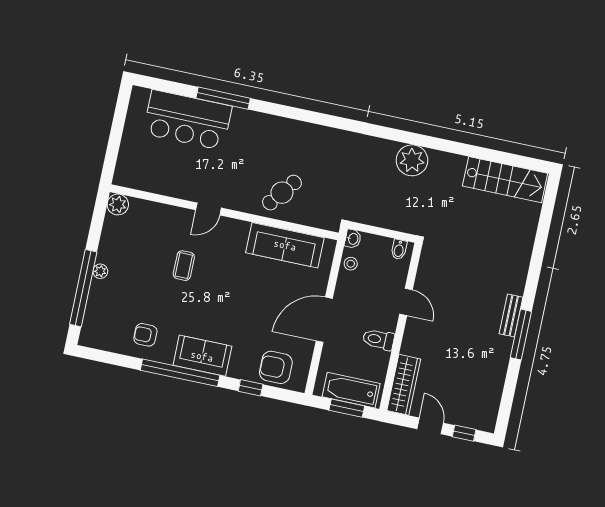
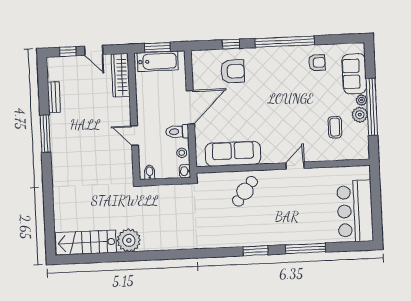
window: (288, 112) -> (255, 251), added
bar counter: (187, 120) -> (355, 211), moved, turned -90
plant: (412, 160) -> (129, 240), moved
plant: (118, 204) -> (360, 115), moved
coffee table: (184, 266) -> (335, 127), moved
window: (83, 288) -> (372, 107), moved
bench: (511, 315) -> (54, 97), moved
toilet: (379, 339) -> (177, 132), moved, turned 180
sofa: (202, 356) -> (354, 74), moved, turned 90
armchair: (276, 367) -> (233, 71), moved

